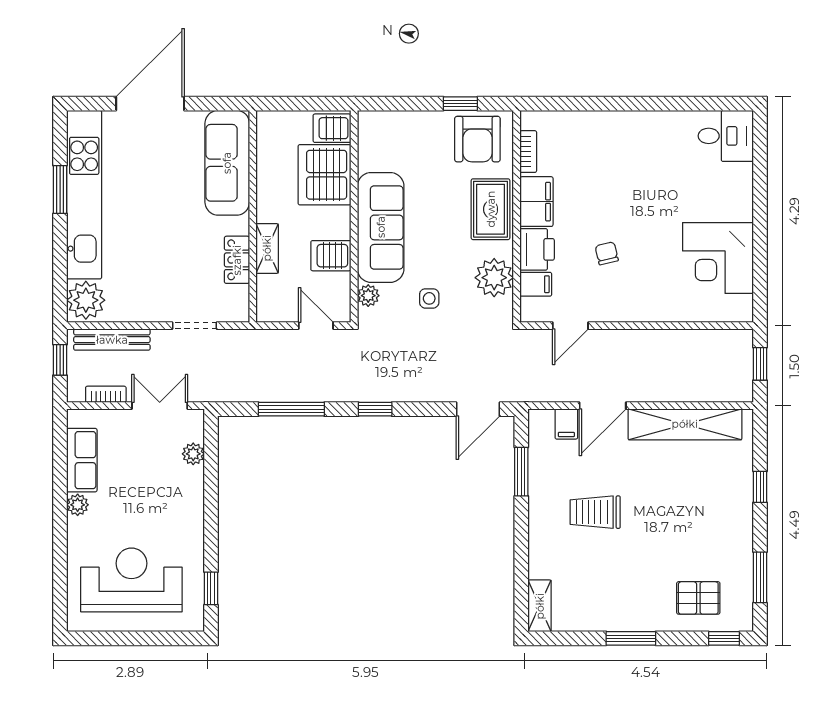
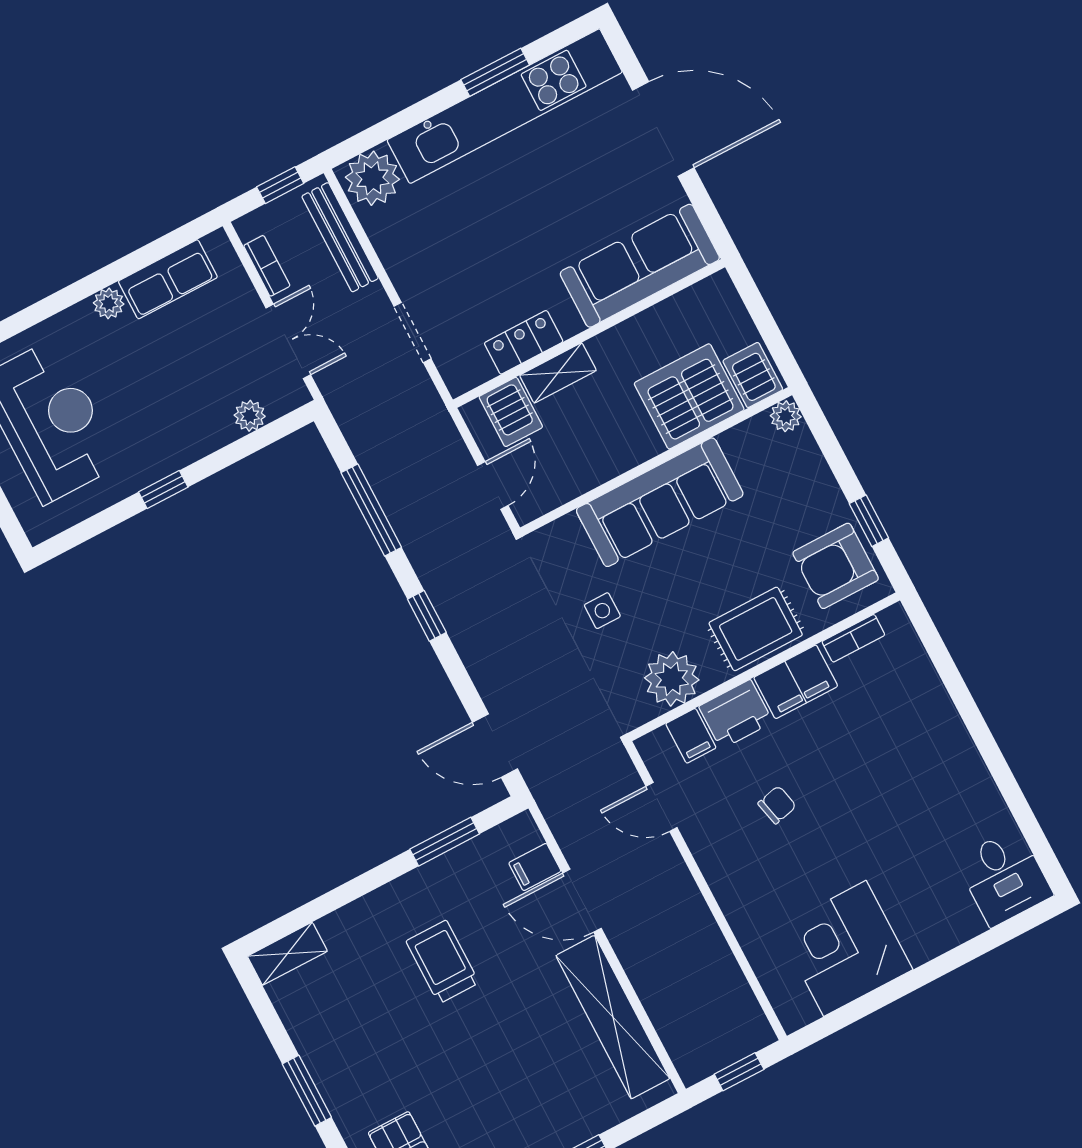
server rack: (331, 256) -> (511, 412), moved, turned 180
plant: (368, 296) -> (786, 416), moved
window: (211, 588) -> (163, 490), moved

